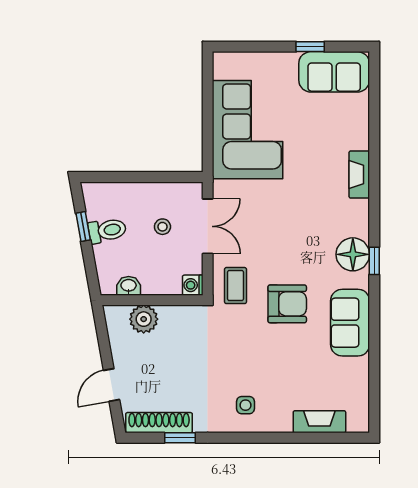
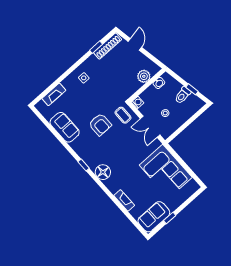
fireplace: (359, 175) -> (124, 200), moved
floor lamp: (353, 254) -> (103, 172), moved
armchair: (287, 304) -> (100, 124), turned -90
sofa: (350, 323) -> (65, 127), moved

